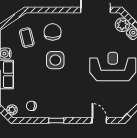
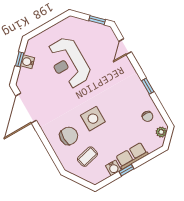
plant: (122, 25) -> (25, 76), removed
chair: (53, 32) -> (69, 136), turned 180

